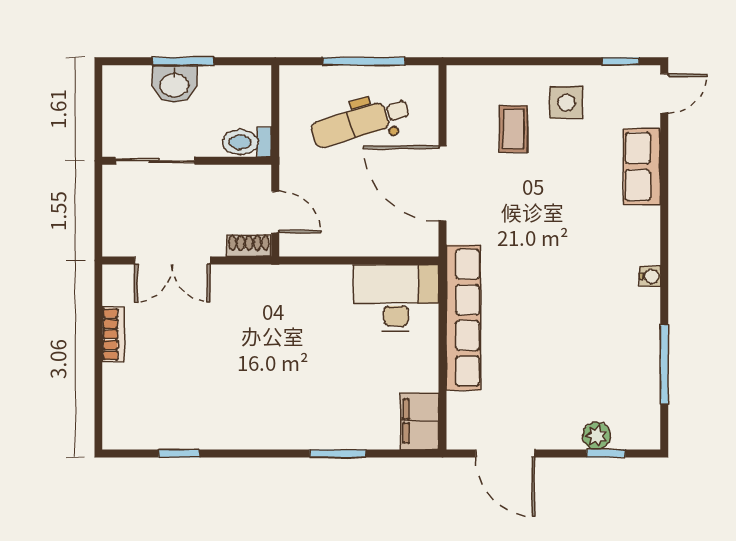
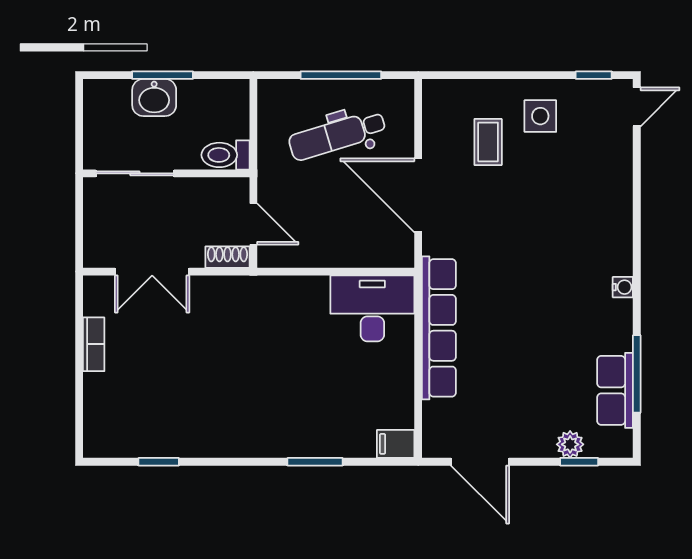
row of seats: (642, 167) -> (615, 390), moved
filing cabinet: (420, 421) -> (396, 444), width x0.50

